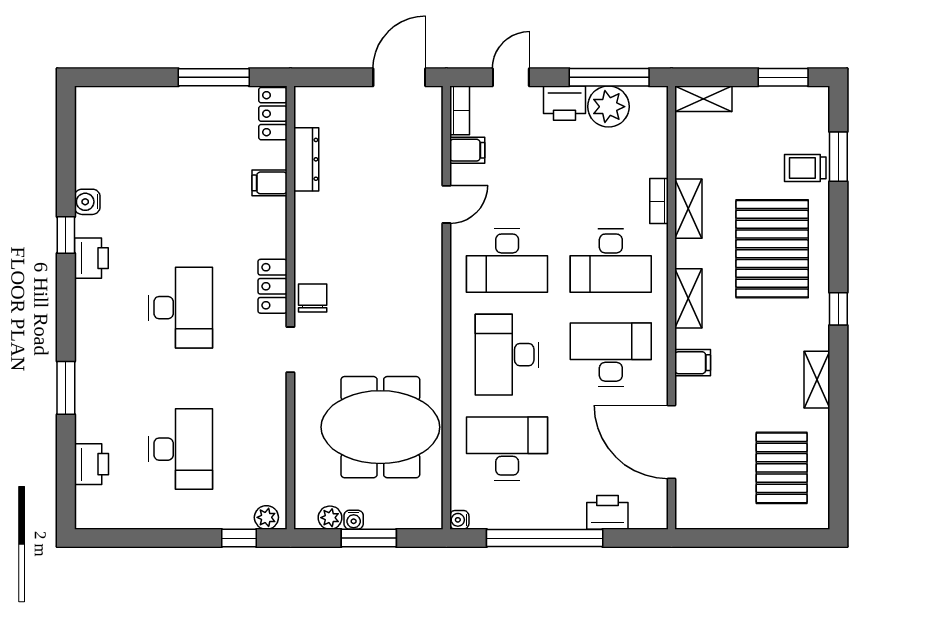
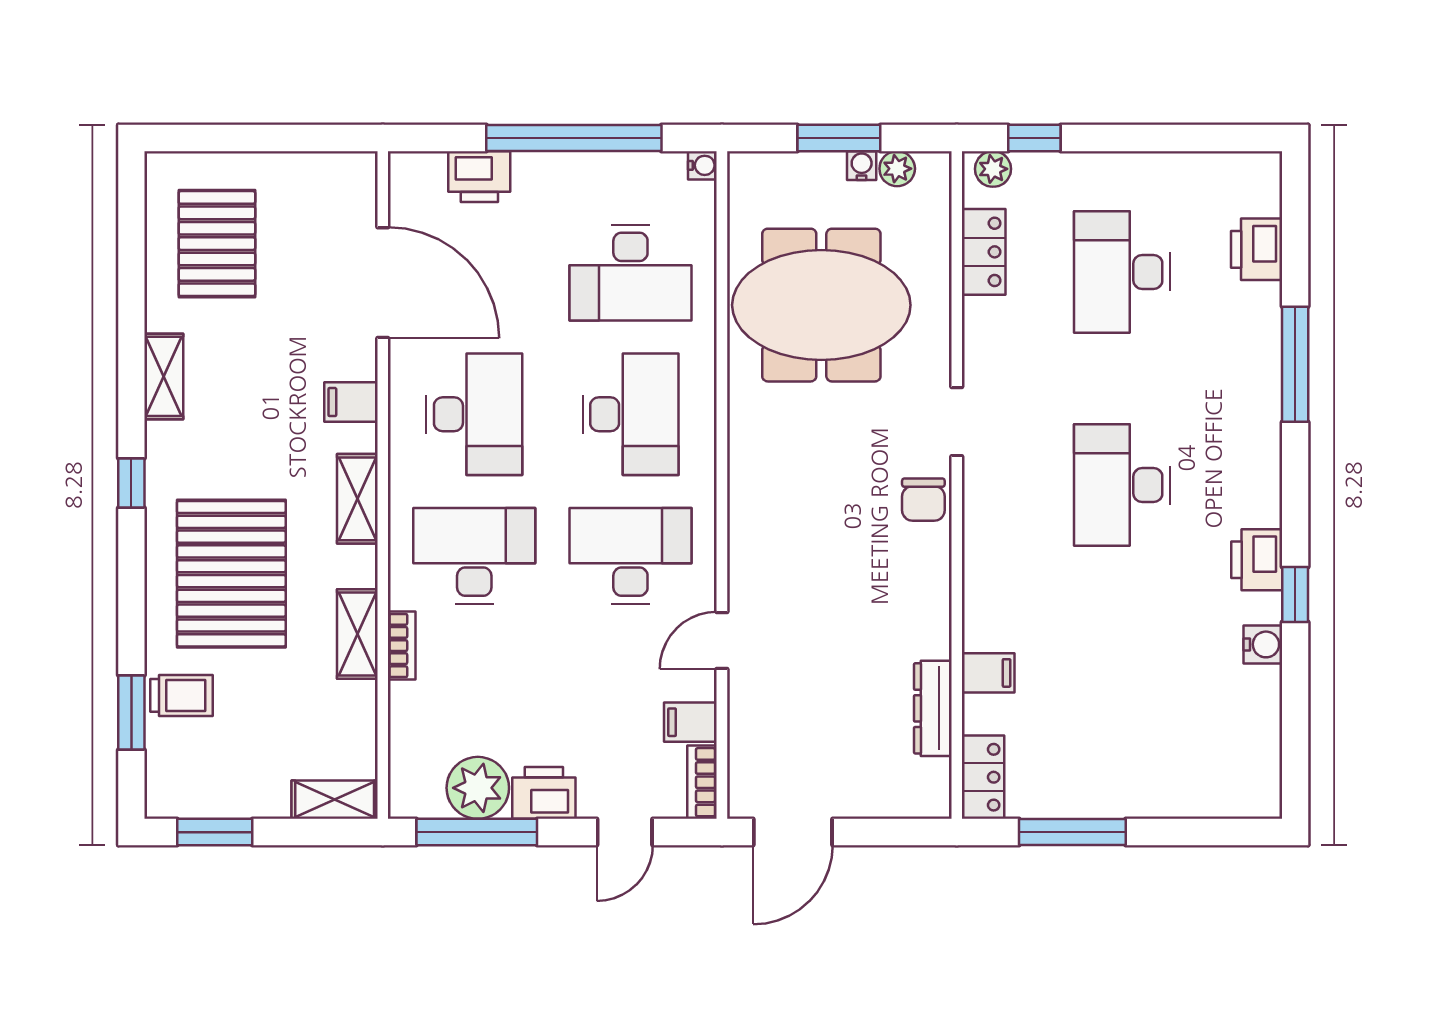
locker: (273, 286) -> (984, 252), moved
desk: (611, 355) -> (474, 414), turned -90
window: (66, 388) -> (1295, 364), width x1.44

